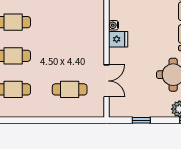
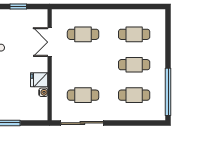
cafe table: (70, 22) -> (83, 95), added

